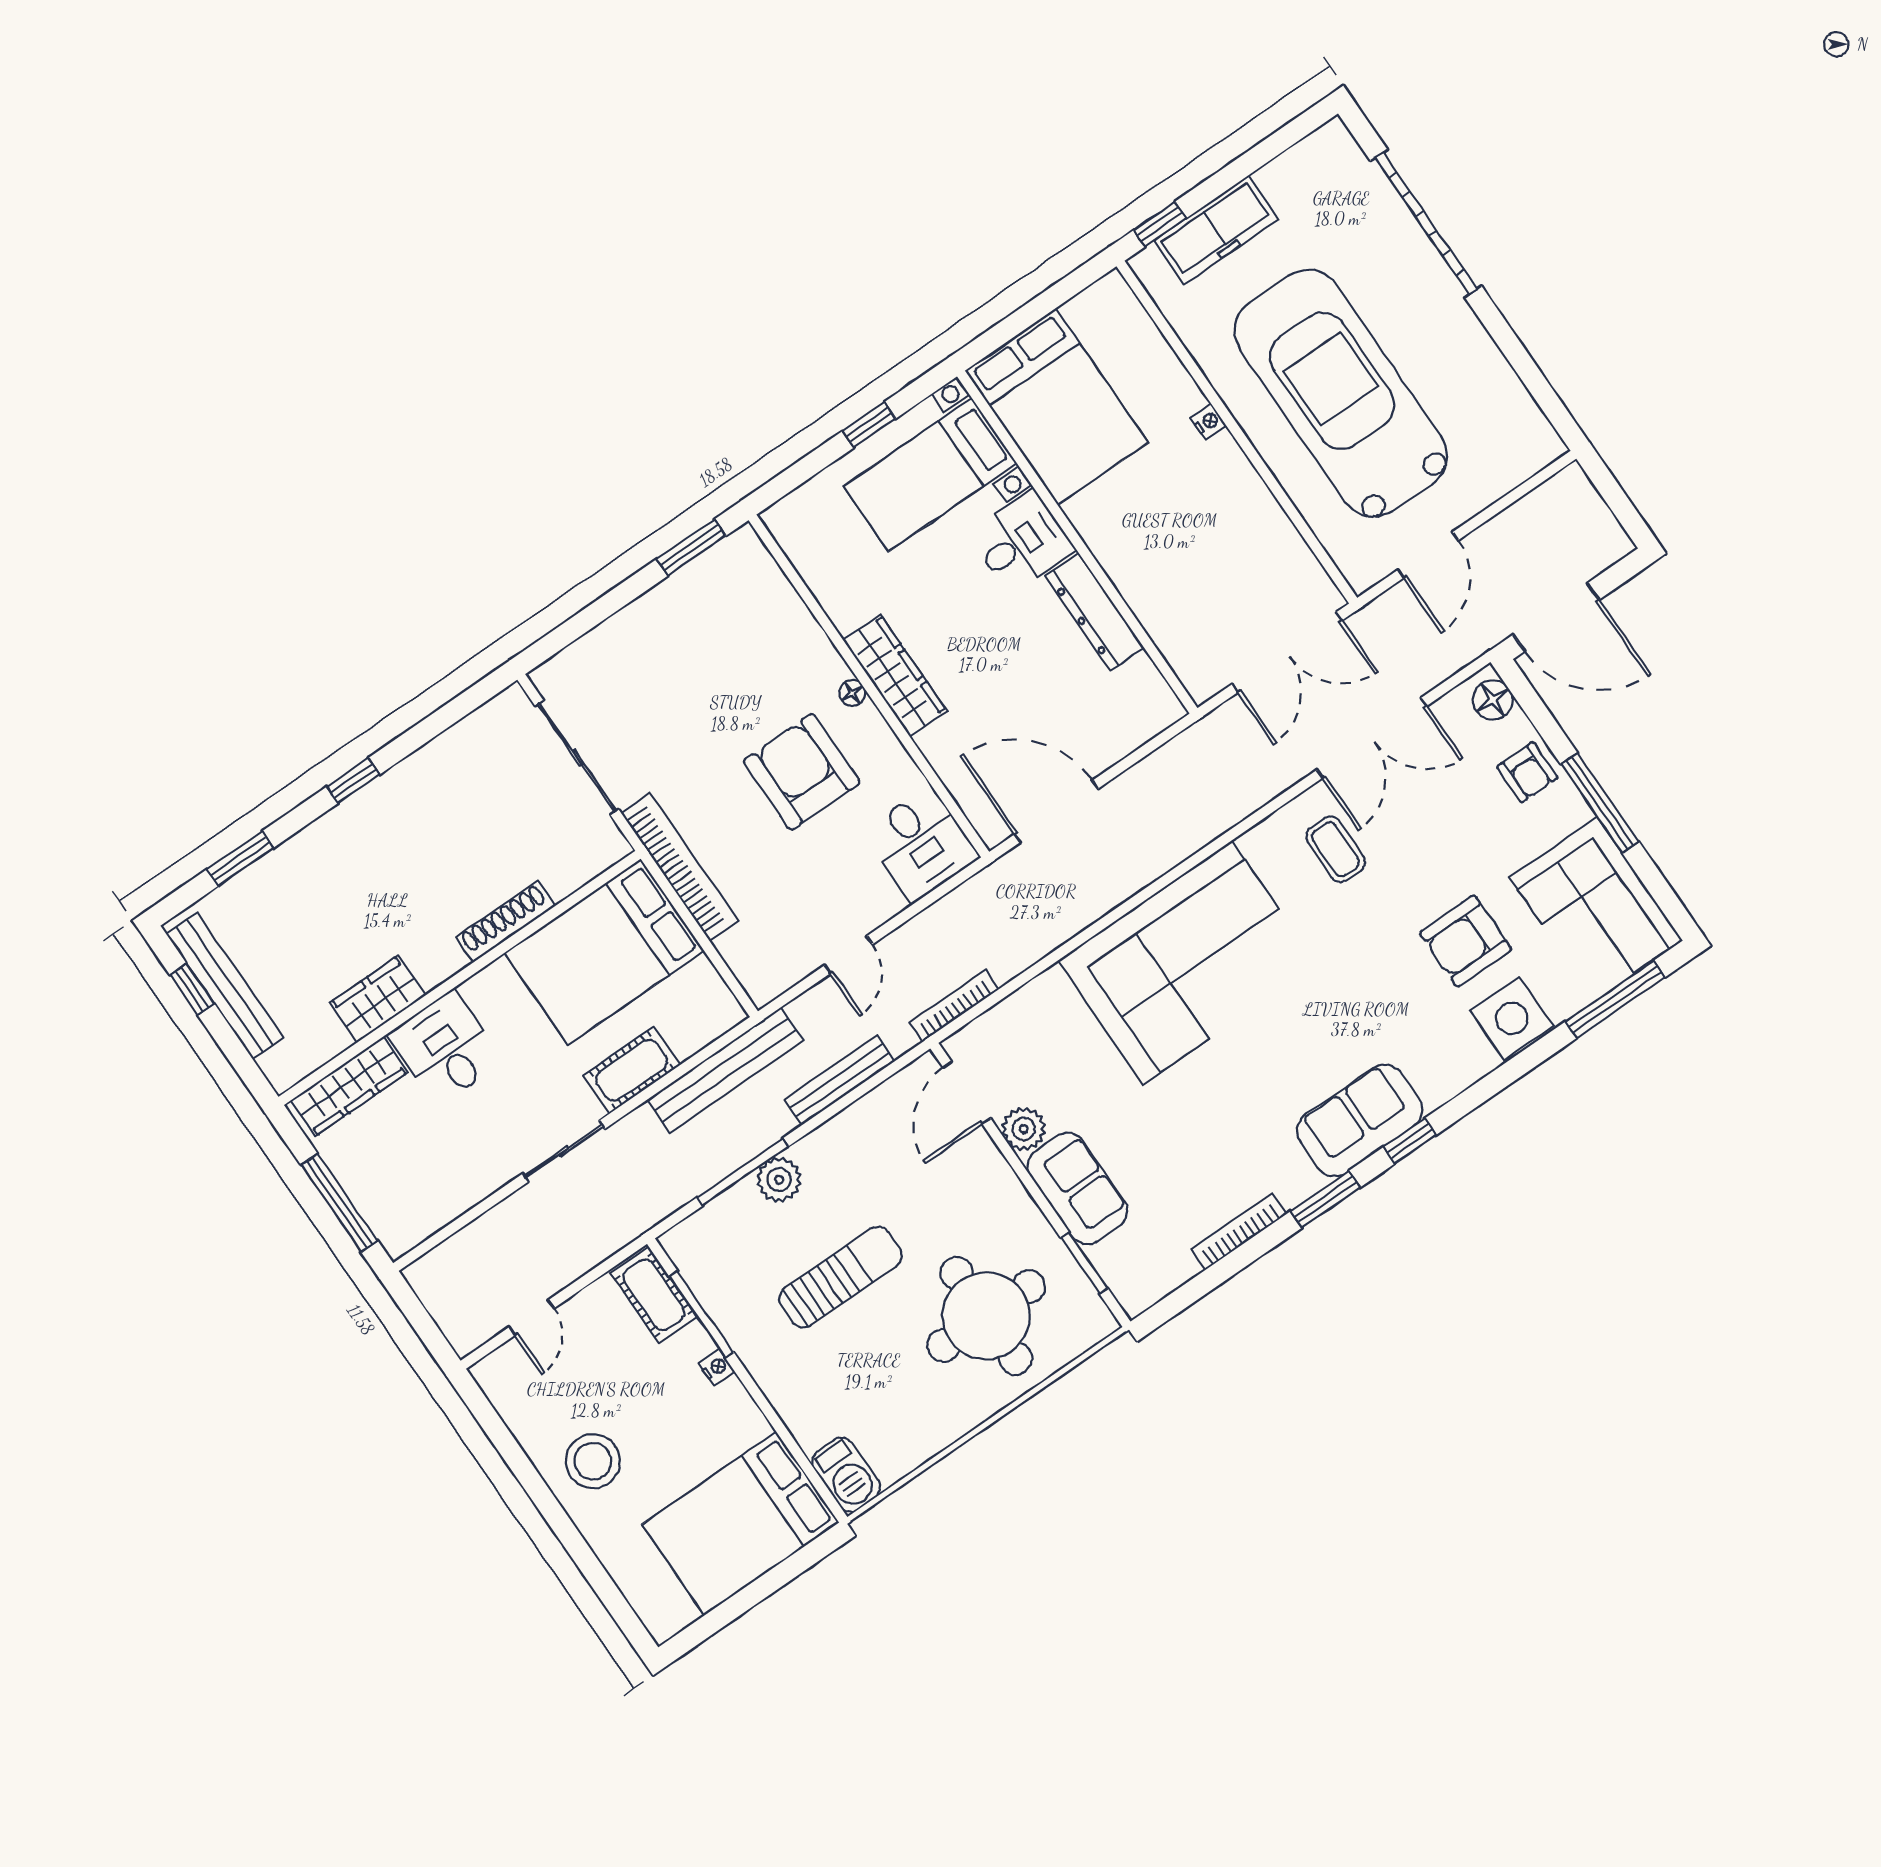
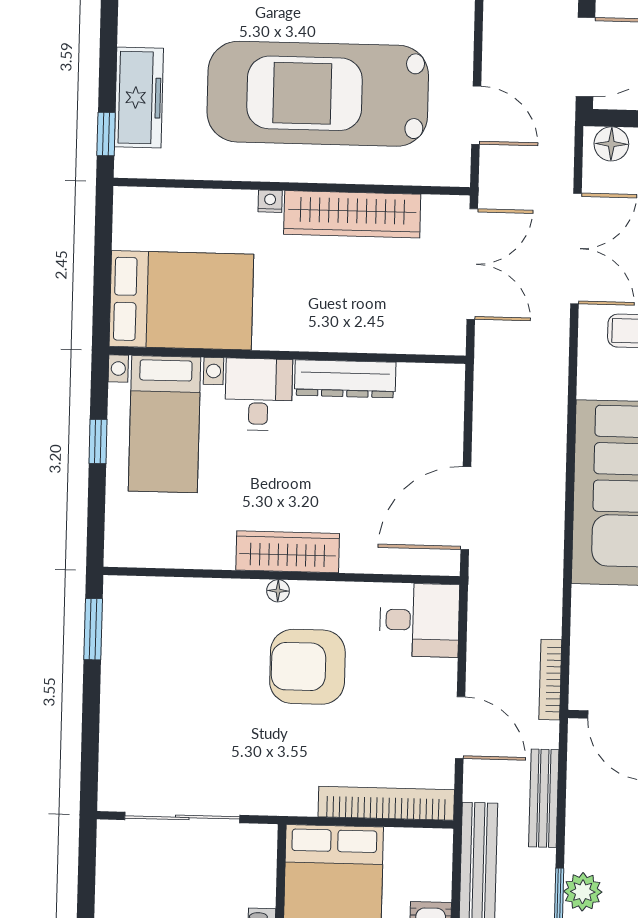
wardrobe: (1252, 507) -> (352, 214), added
bookcase: (680, 867) -> (386, 803), moved
door: (848, 955) -> (460, 728), width x1.38

